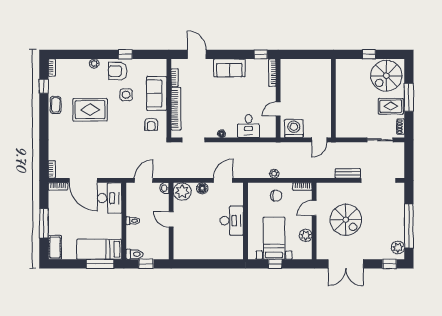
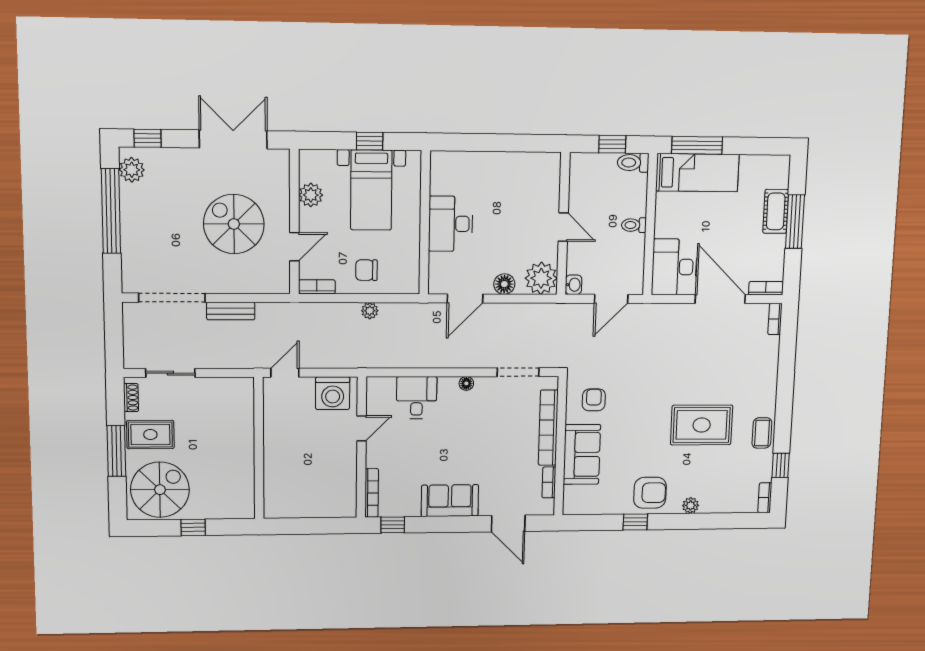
side table: (126, 95) -> (637, 452), removed
cot: (55, 247) -> (776, 211), moved

